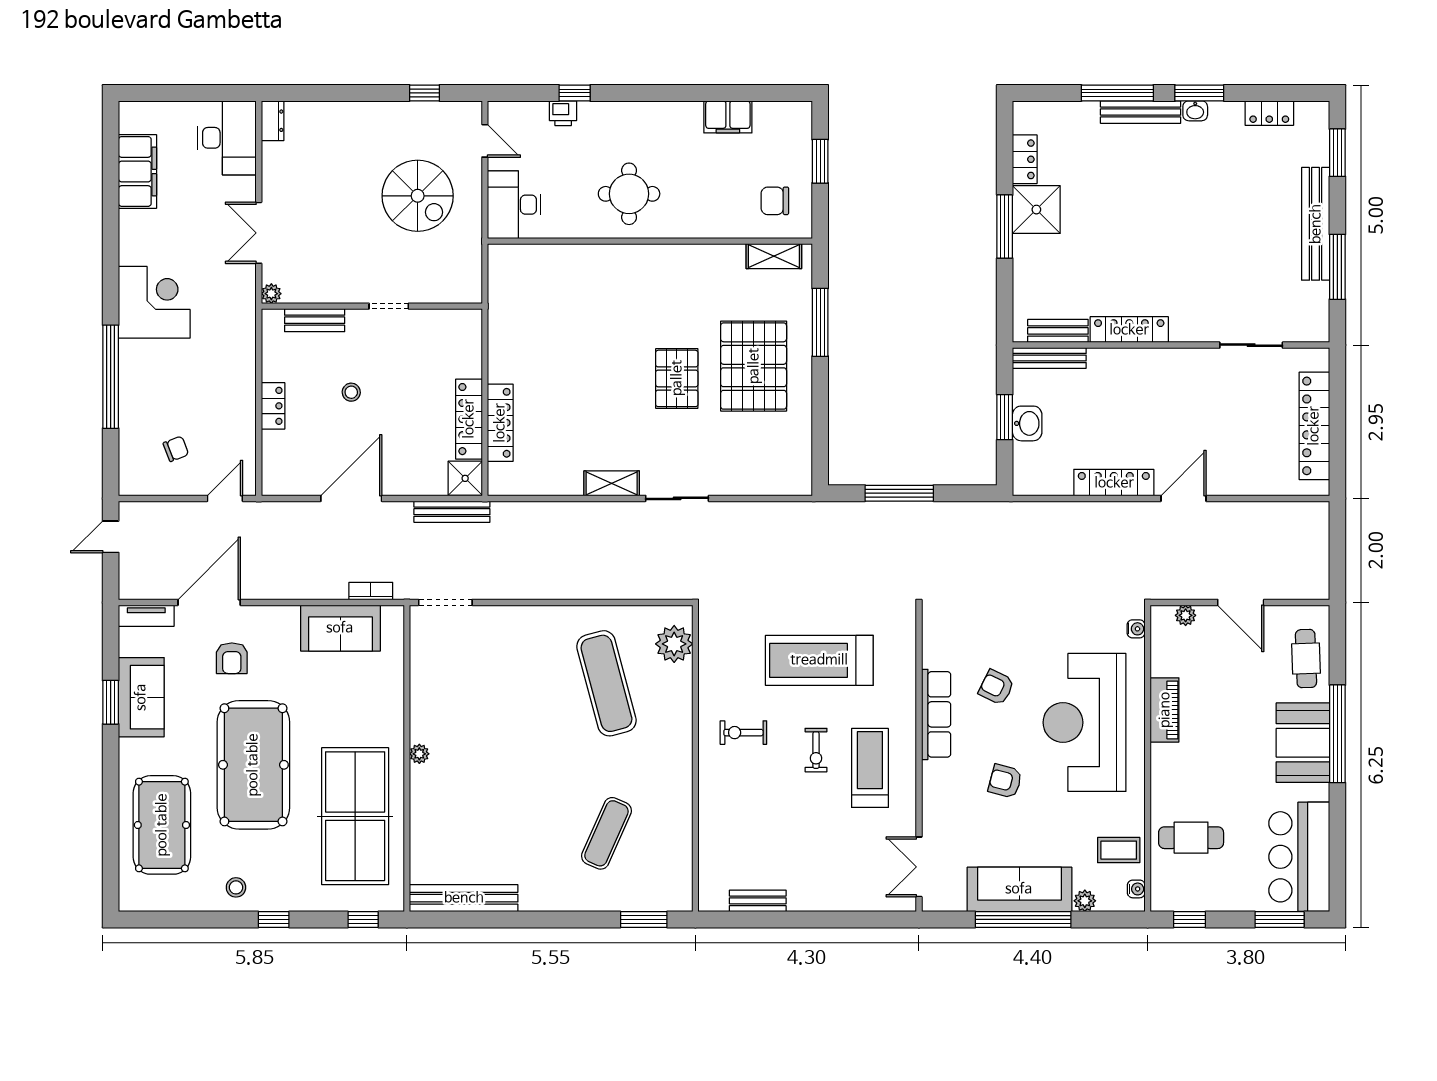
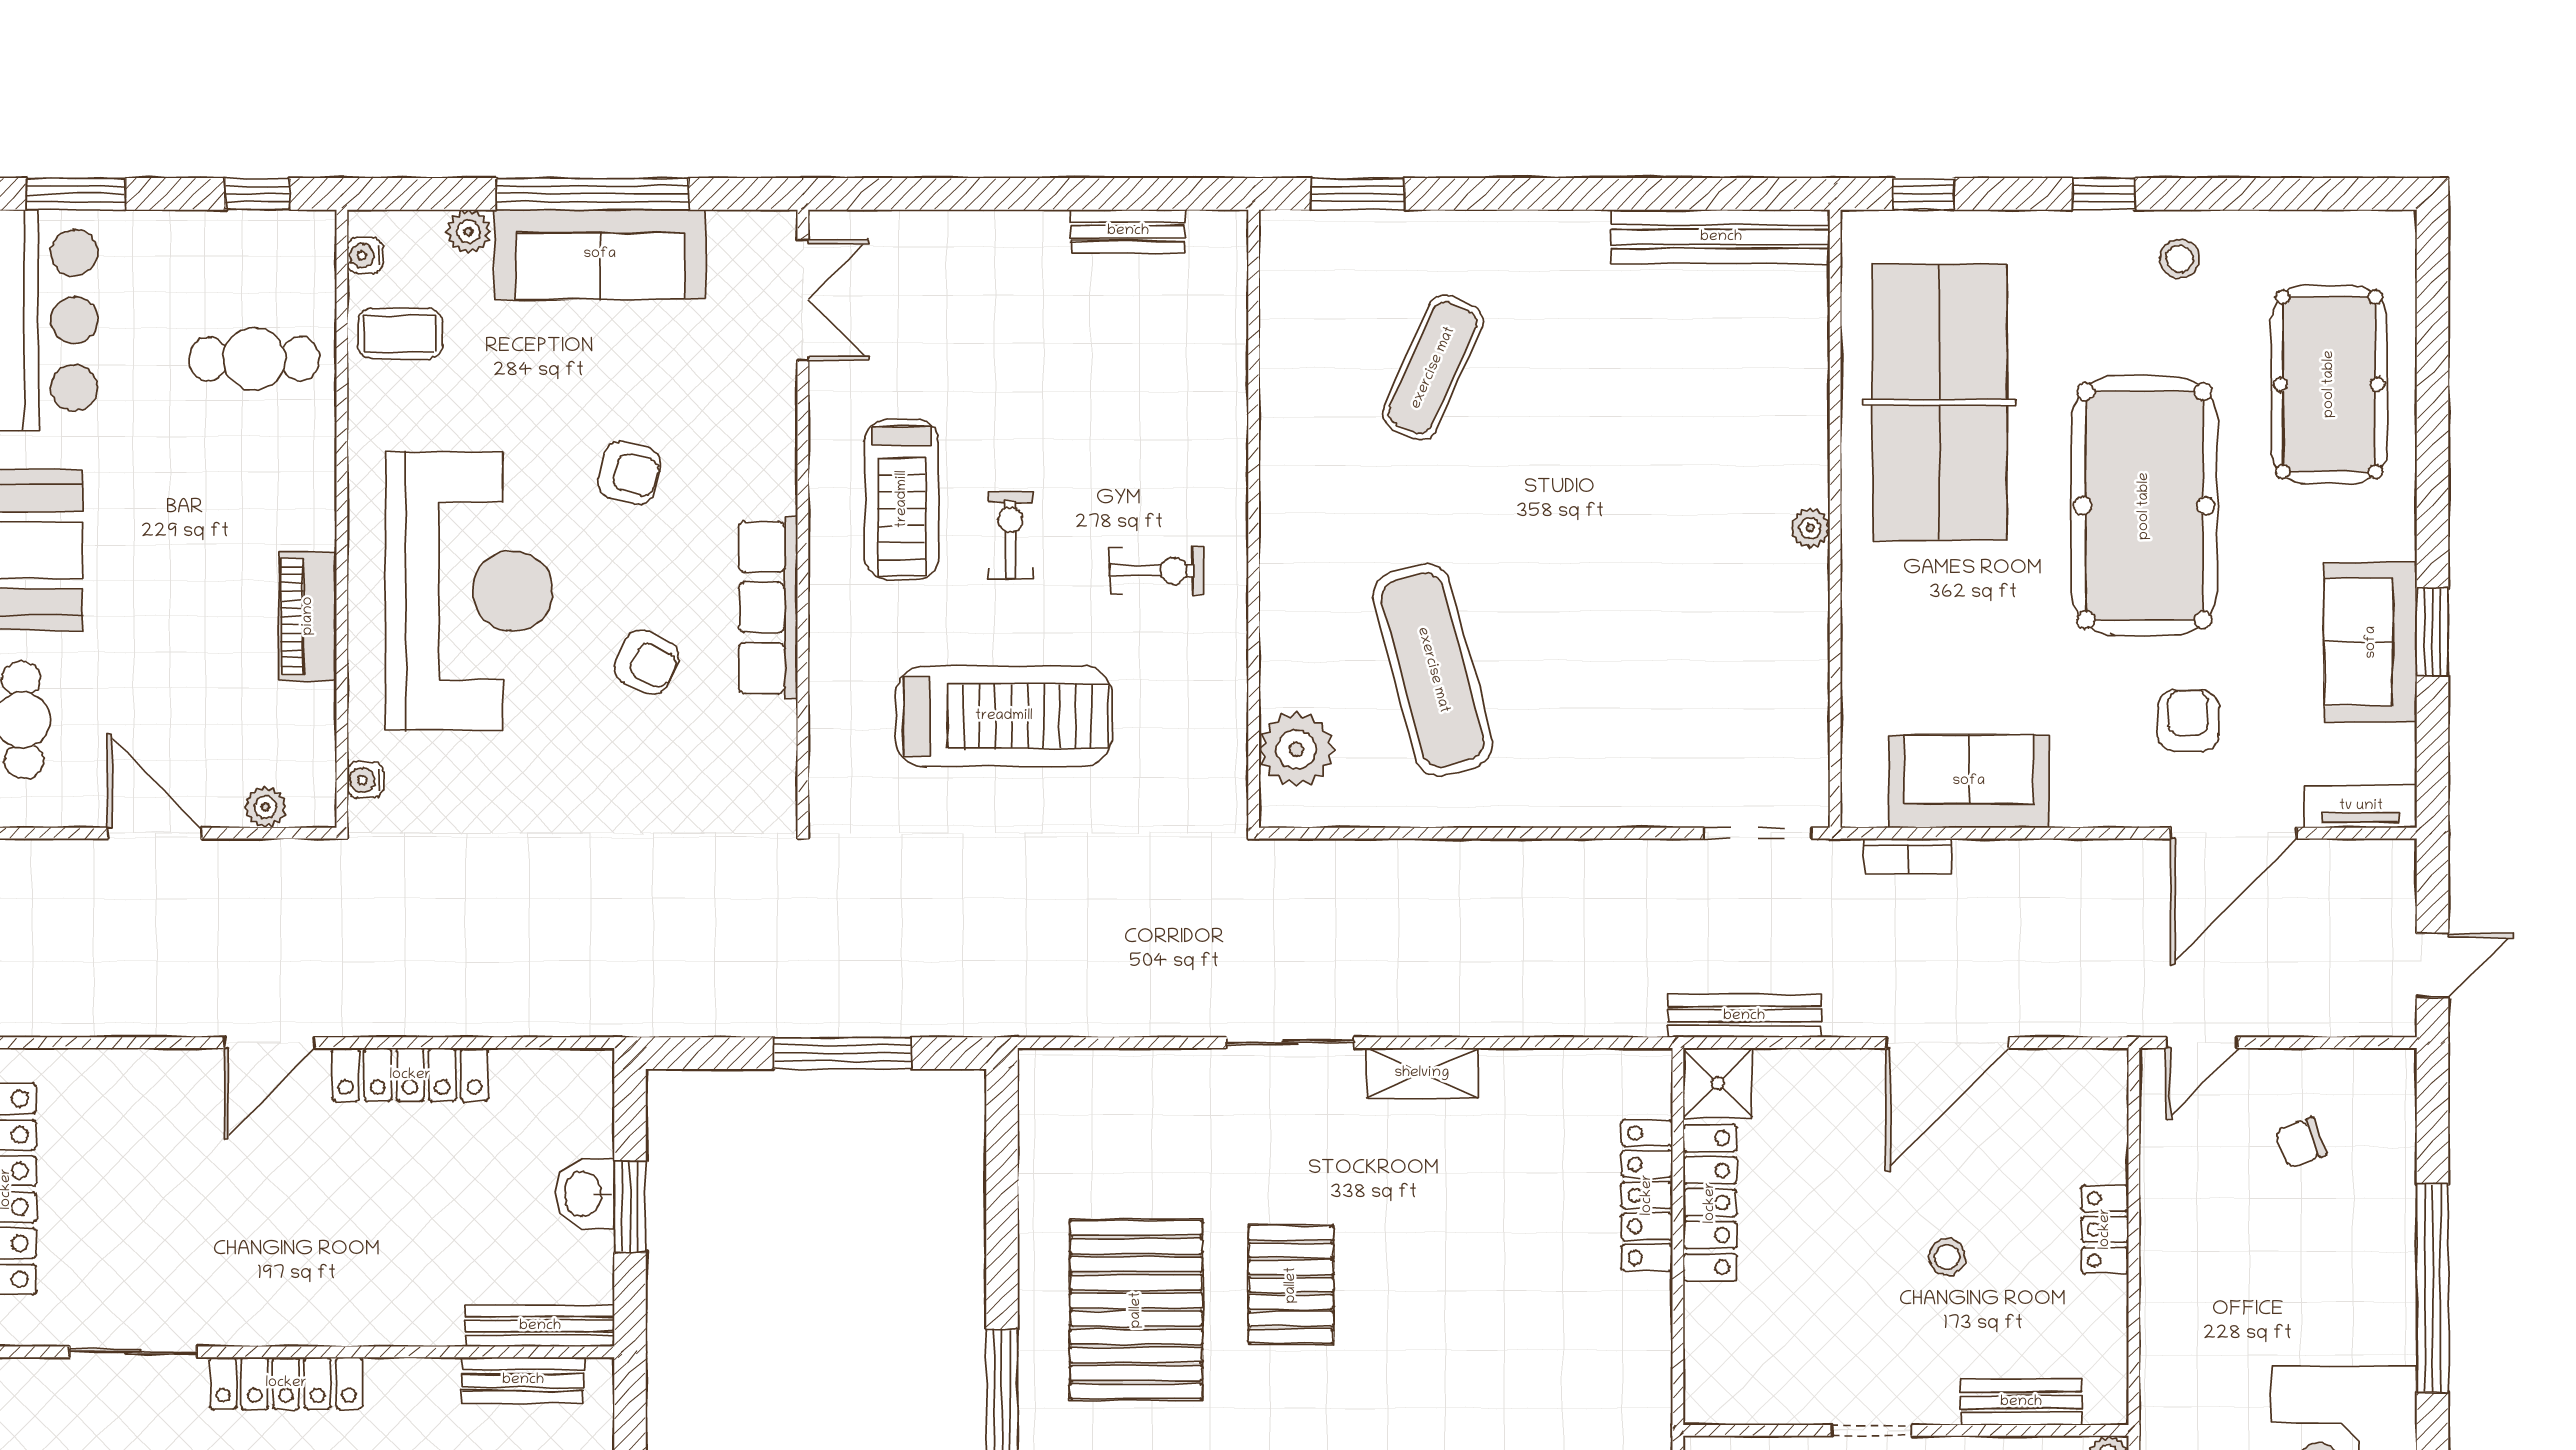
locker: (1129, 330) -> (286, 1383), moved

